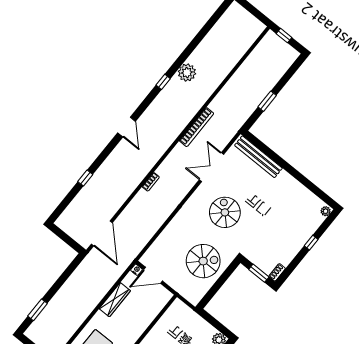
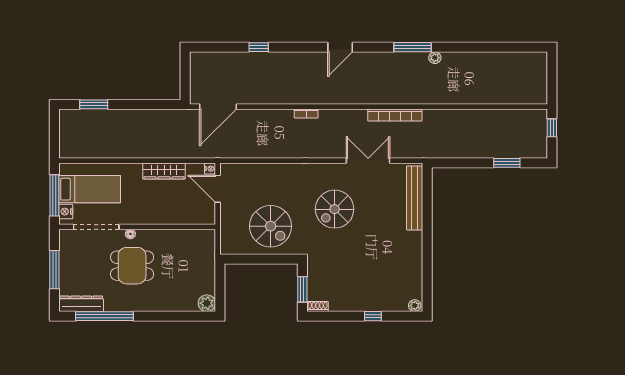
plant: (187, 73) -> (435, 58), width x0.53, depth x0.53
window: (163, 82) -> (412, 47), width x2.17
window: (267, 101) -> (507, 163), moved
spiral stairs: (225, 212) -> (335, 209), turned 180

